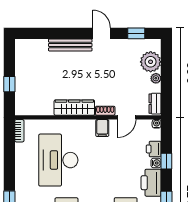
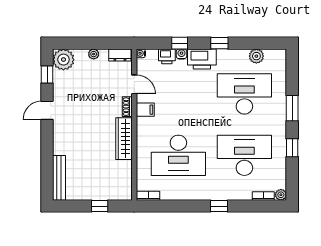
bench: (70, 45) -> (59, 178), moved
plant: (151, 62) -> (63, 60), moved

